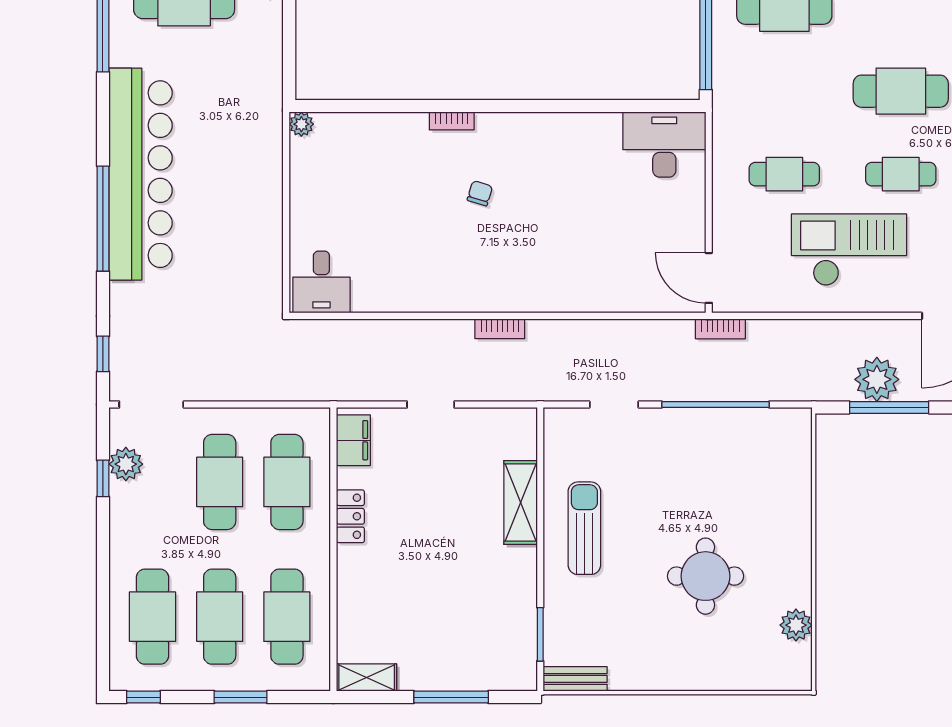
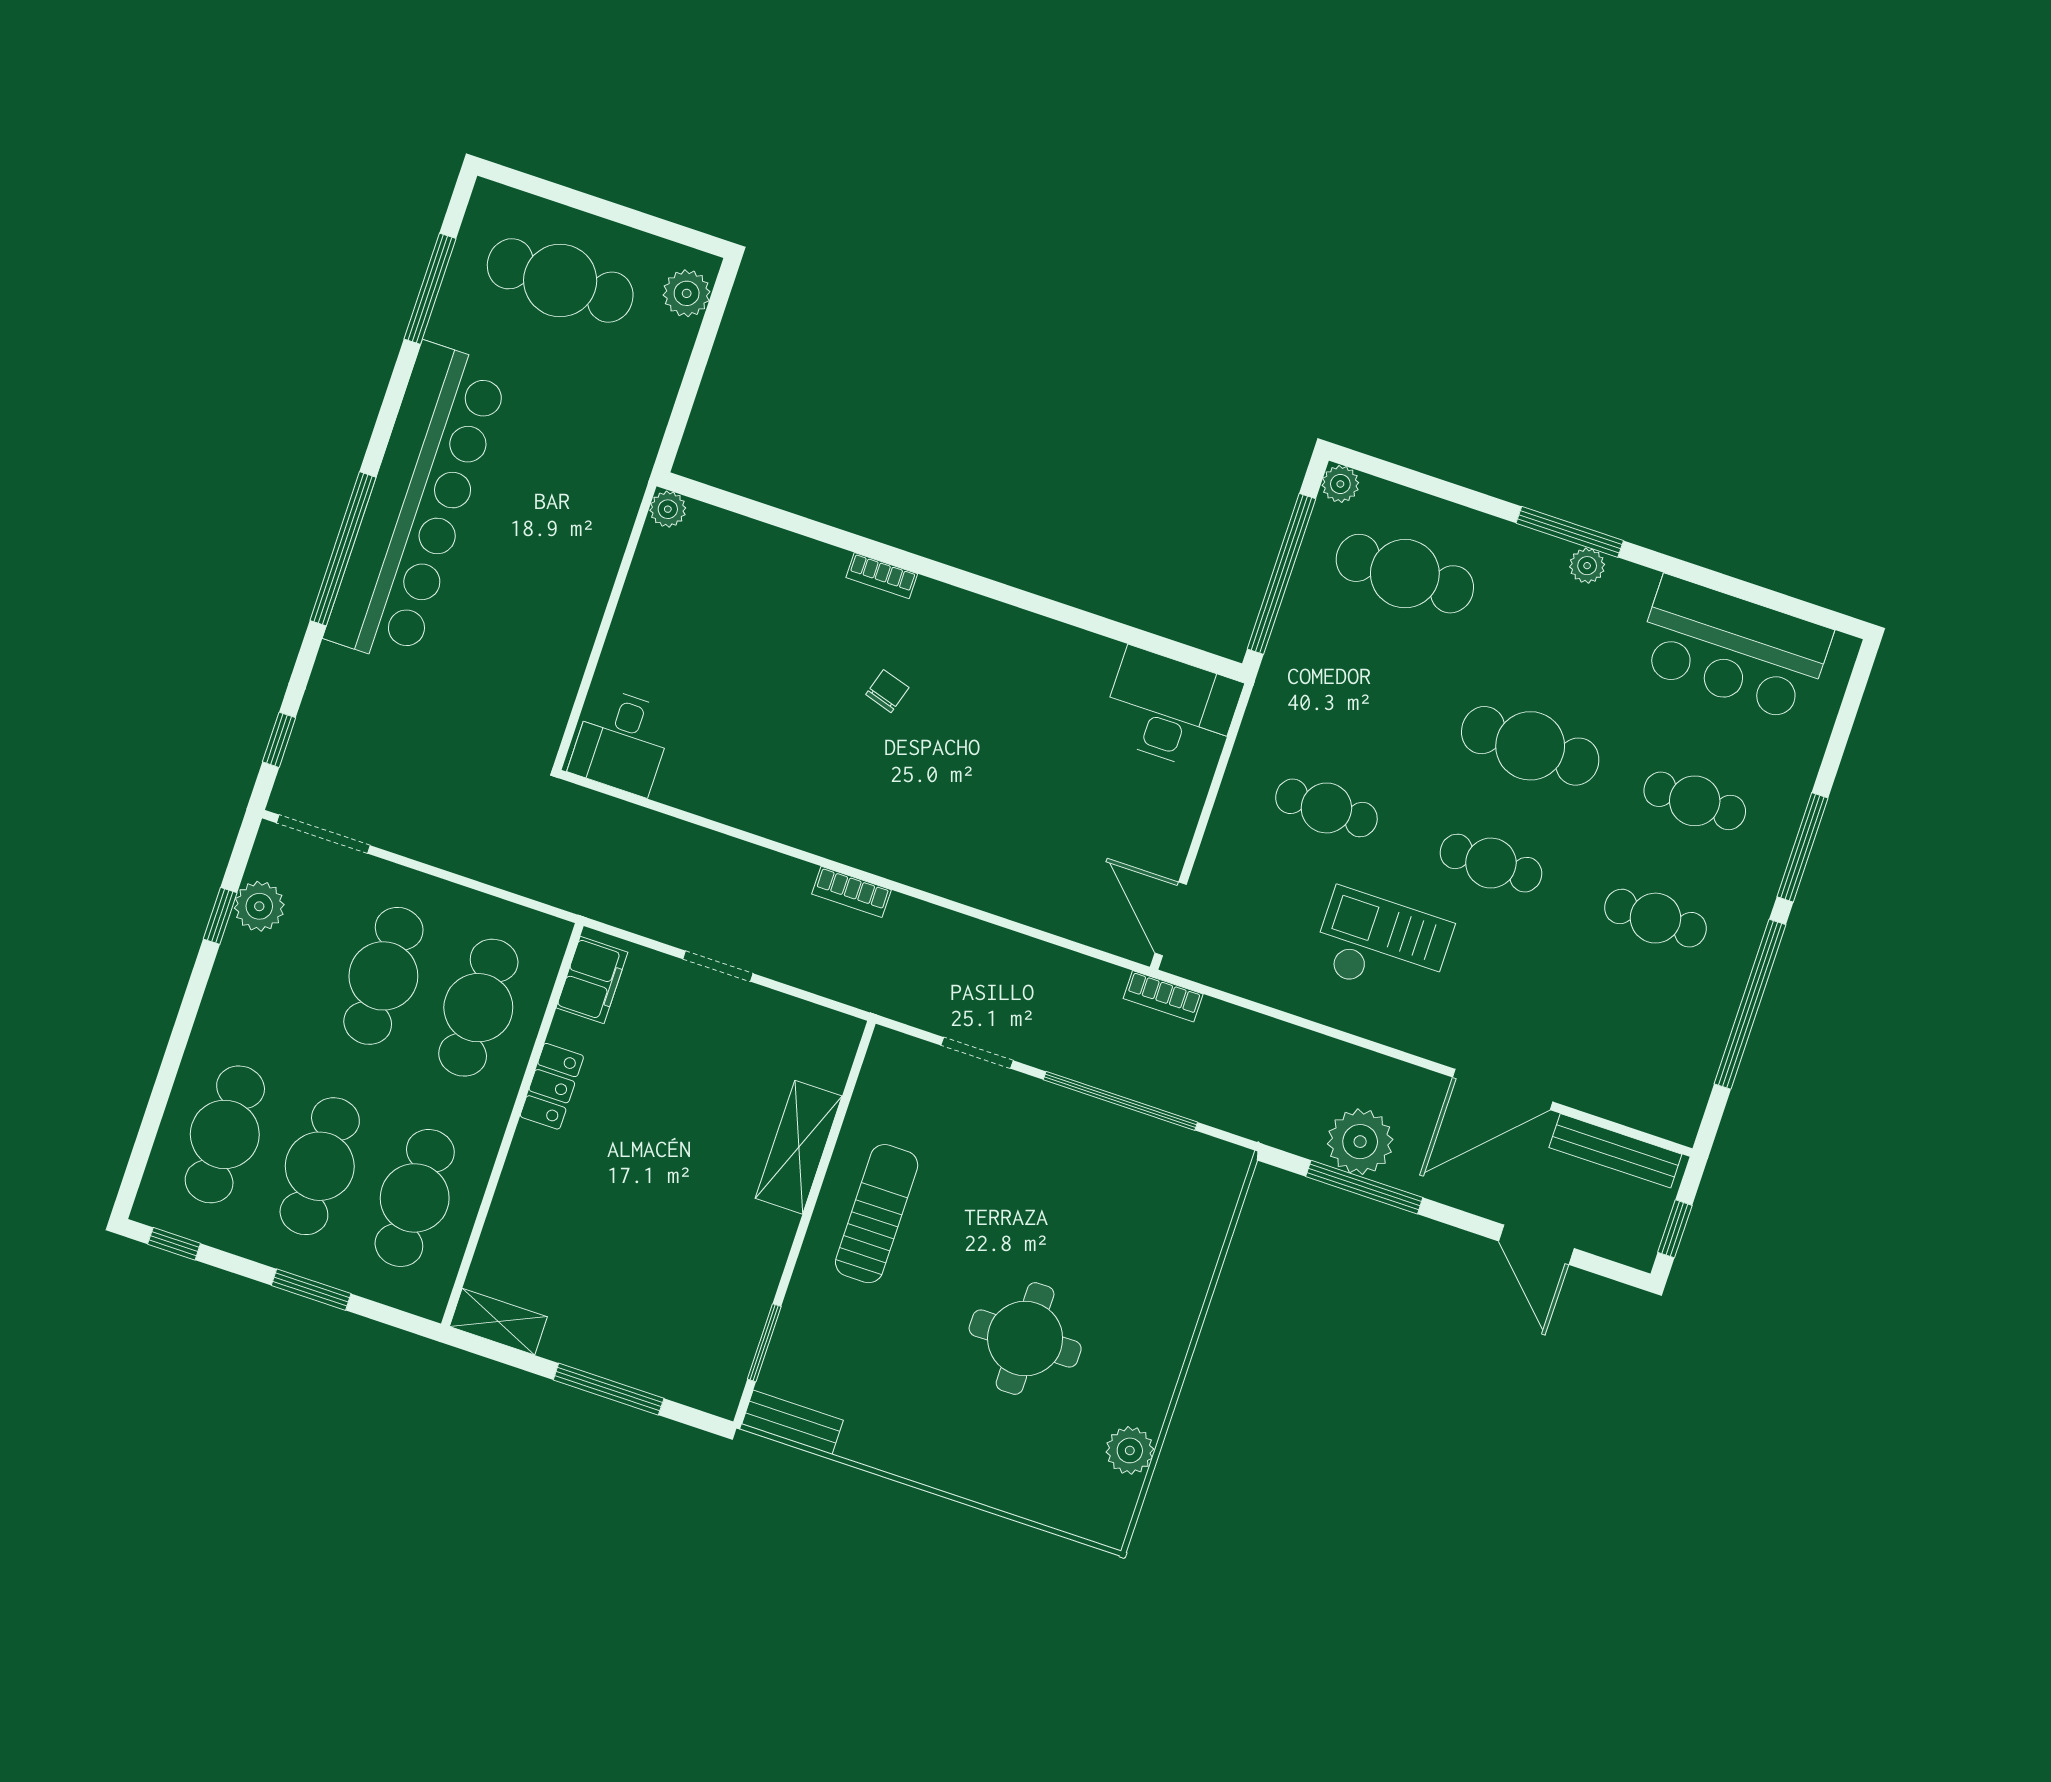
checkout: (849, 250) -> (1382, 945), width x0.73, depth x0.83

